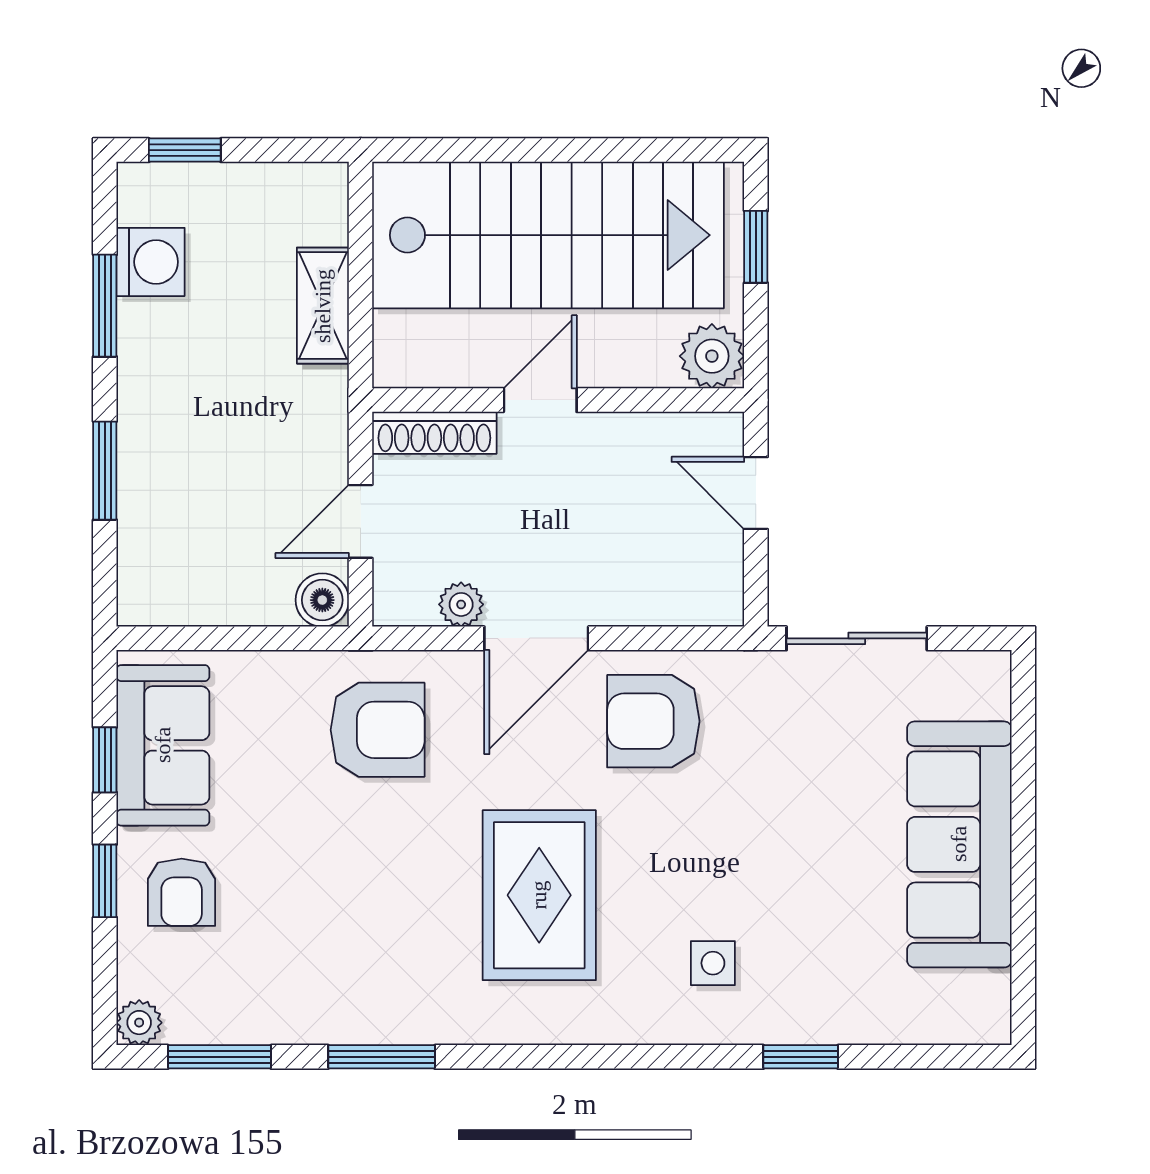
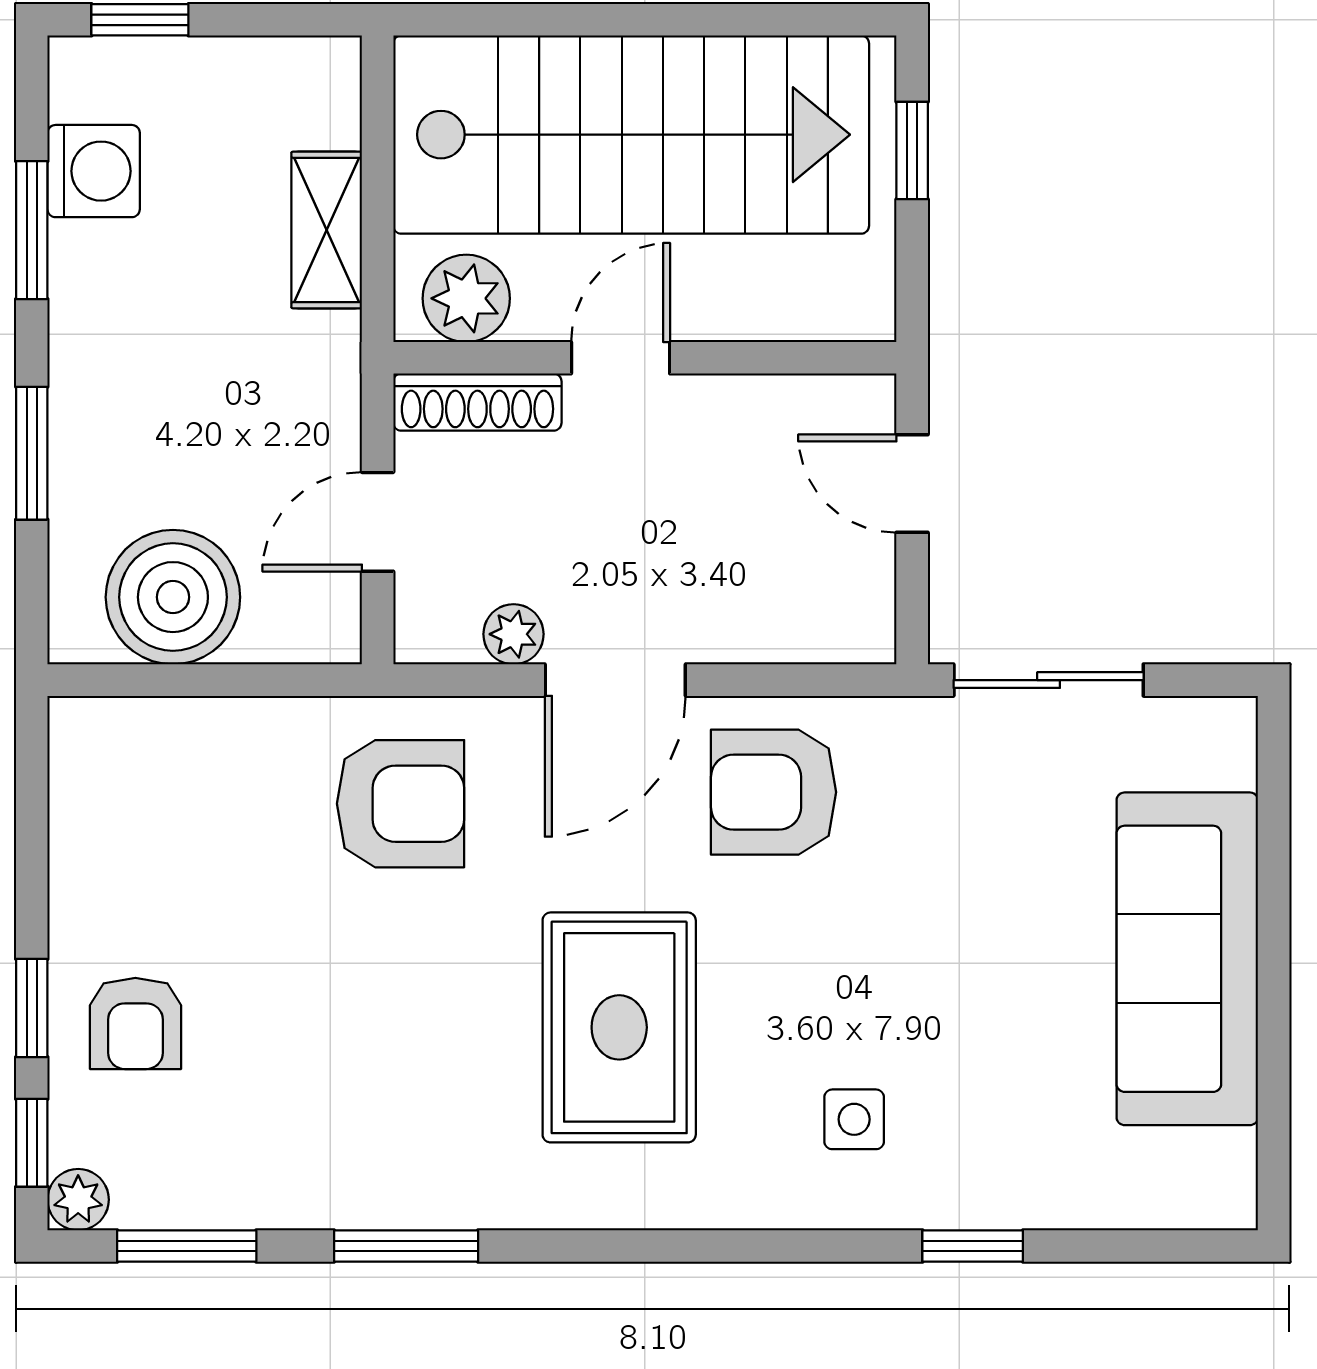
plant: (712, 356) -> (466, 298), moved
boiler: (322, 600) -> (173, 597), moved, width x1.86, depth x1.86
sofa: (163, 745) -> (110, 825), removed
window: (105, 760) -> (32, 1143), moved

